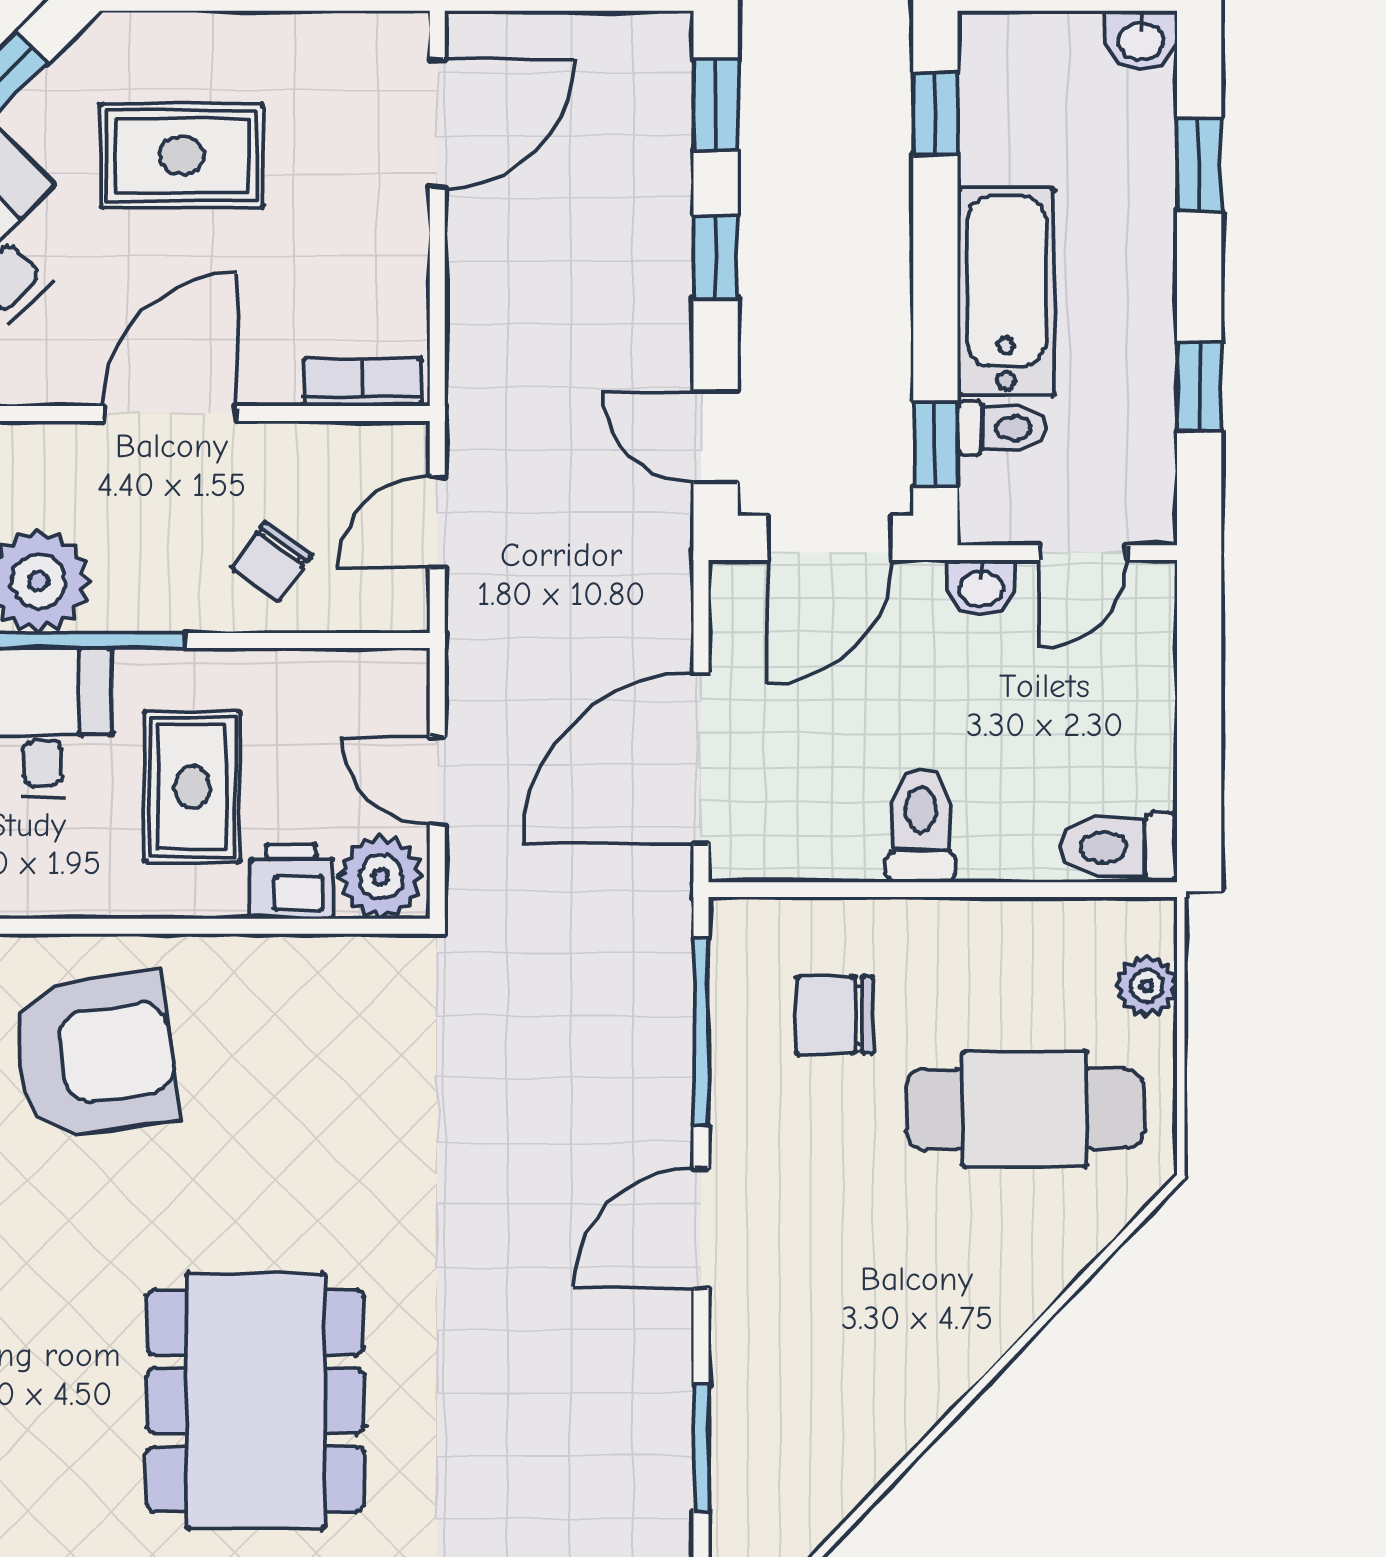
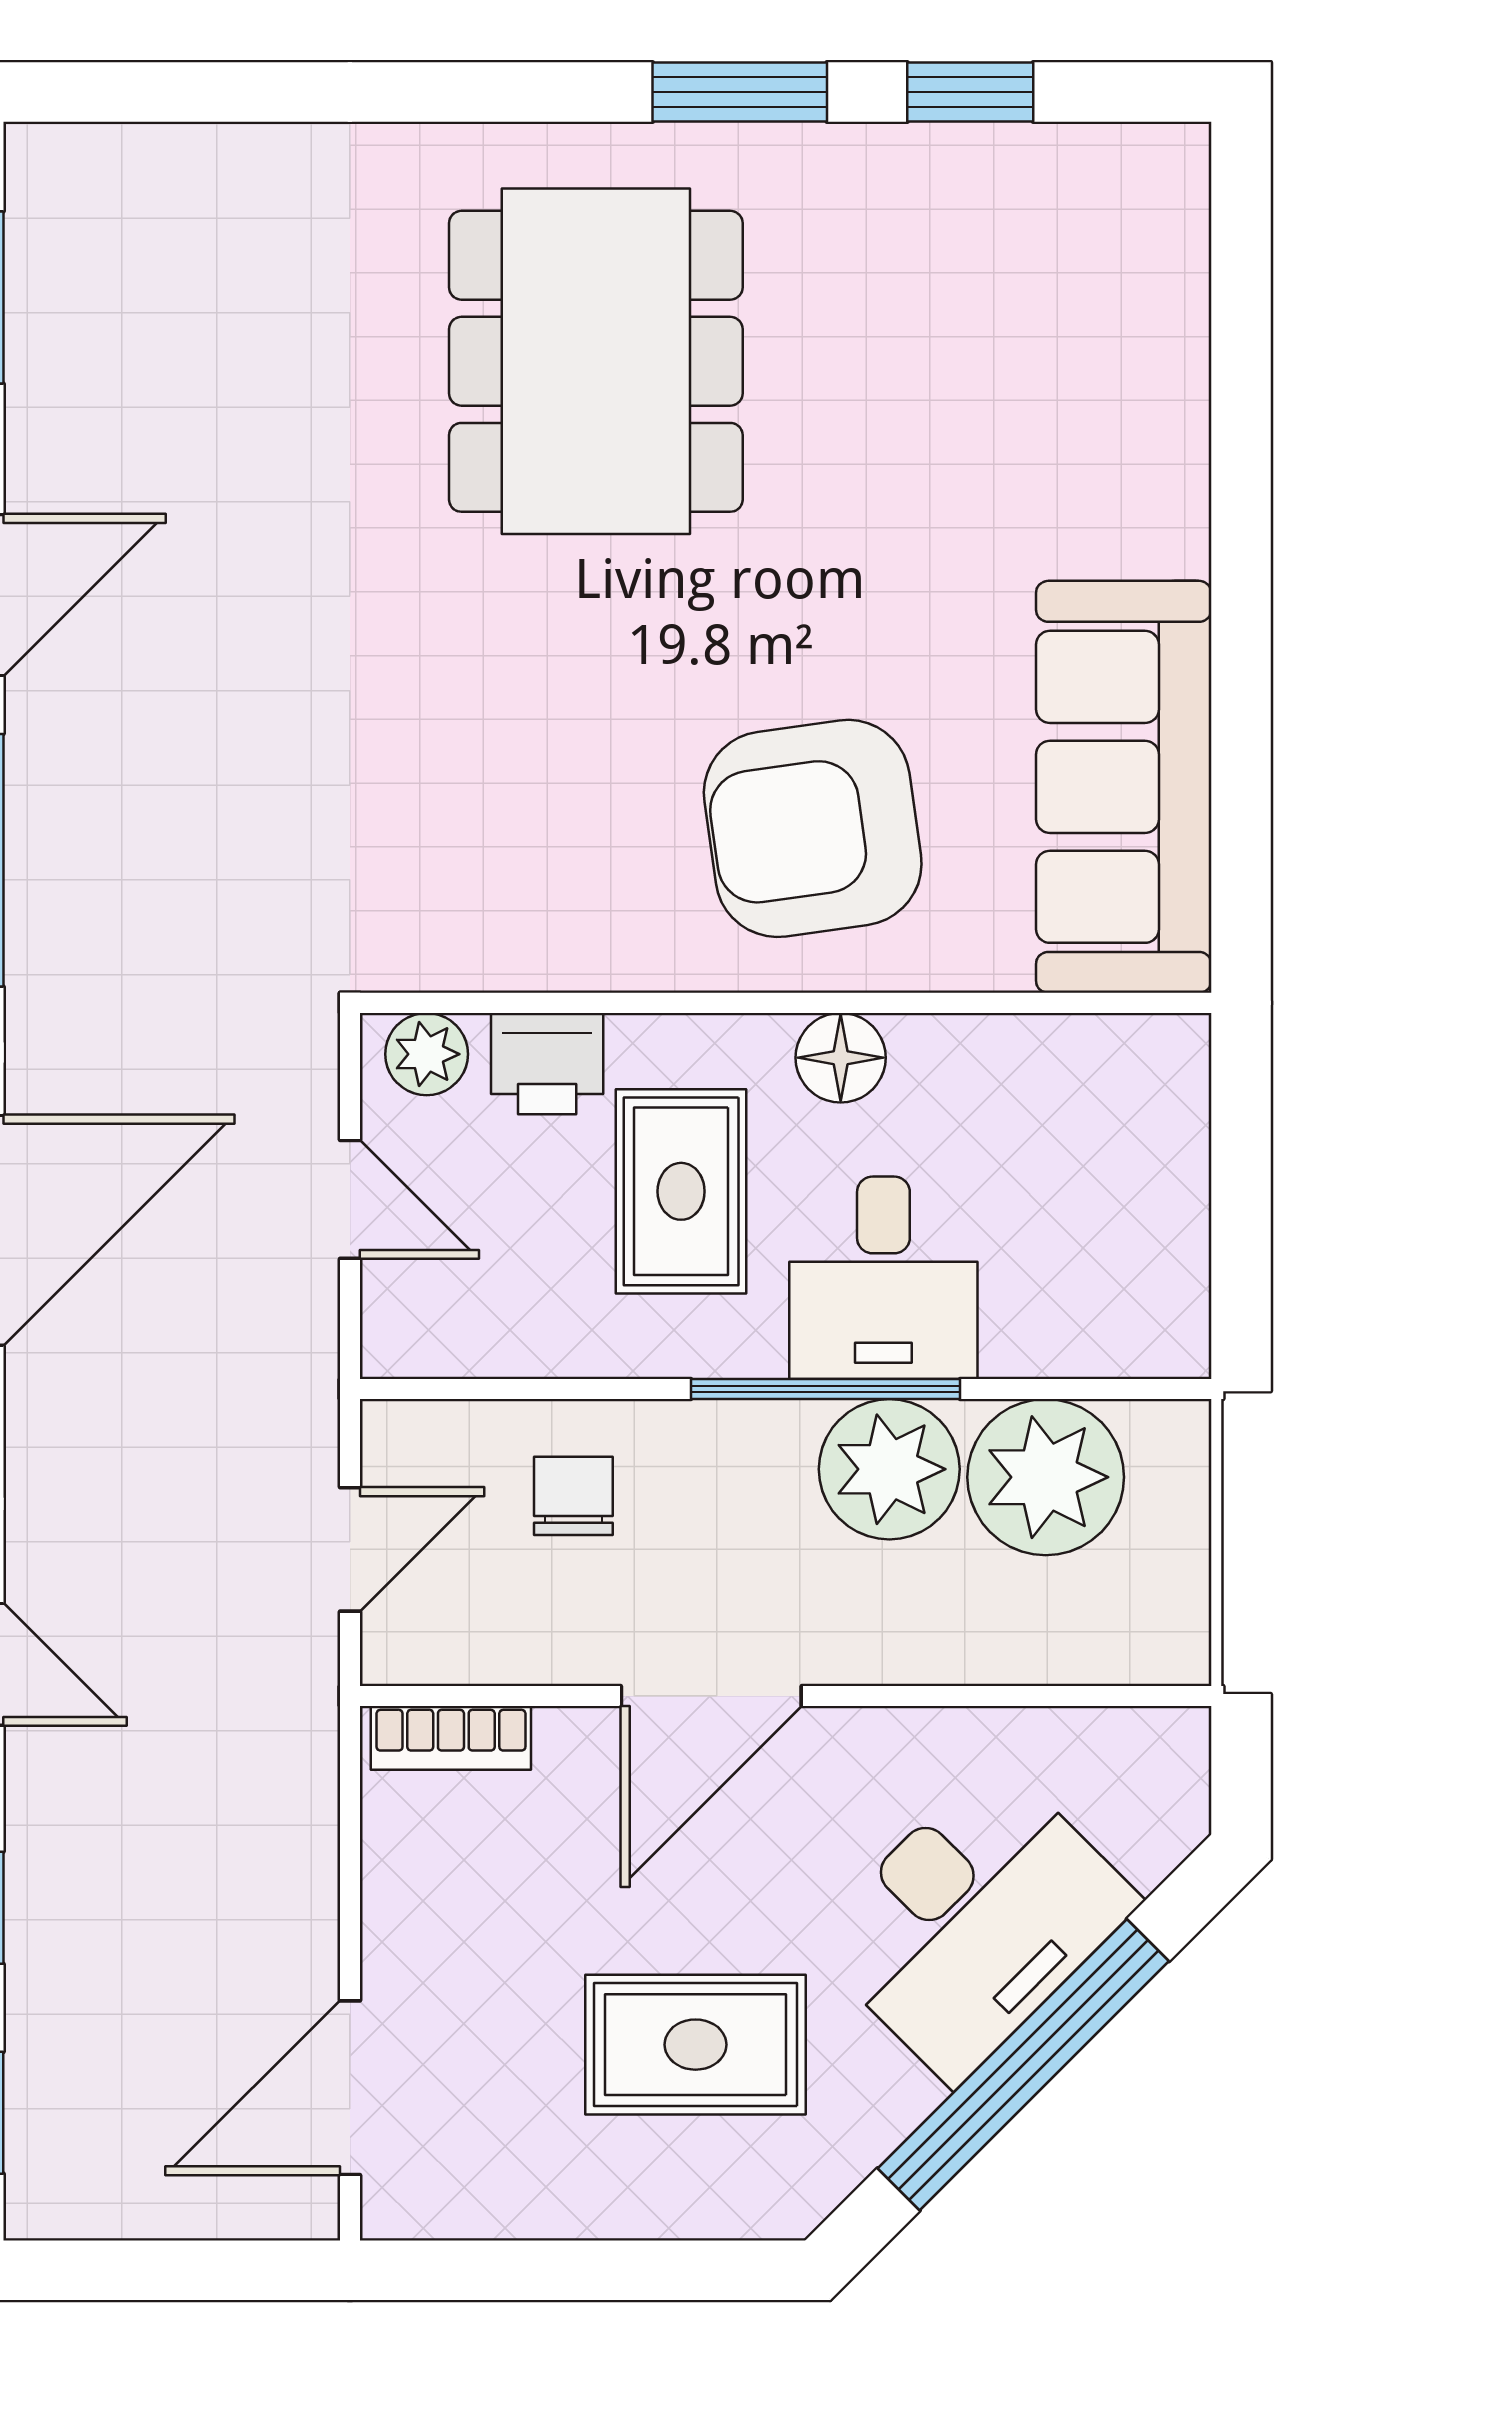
chair: (272, 562) -> (573, 1496), turned -35
plant: (381, 877) -> (427, 1054), width x0.73, depth x0.73
floor lamp: (74, 886) -> (841, 1058), added

